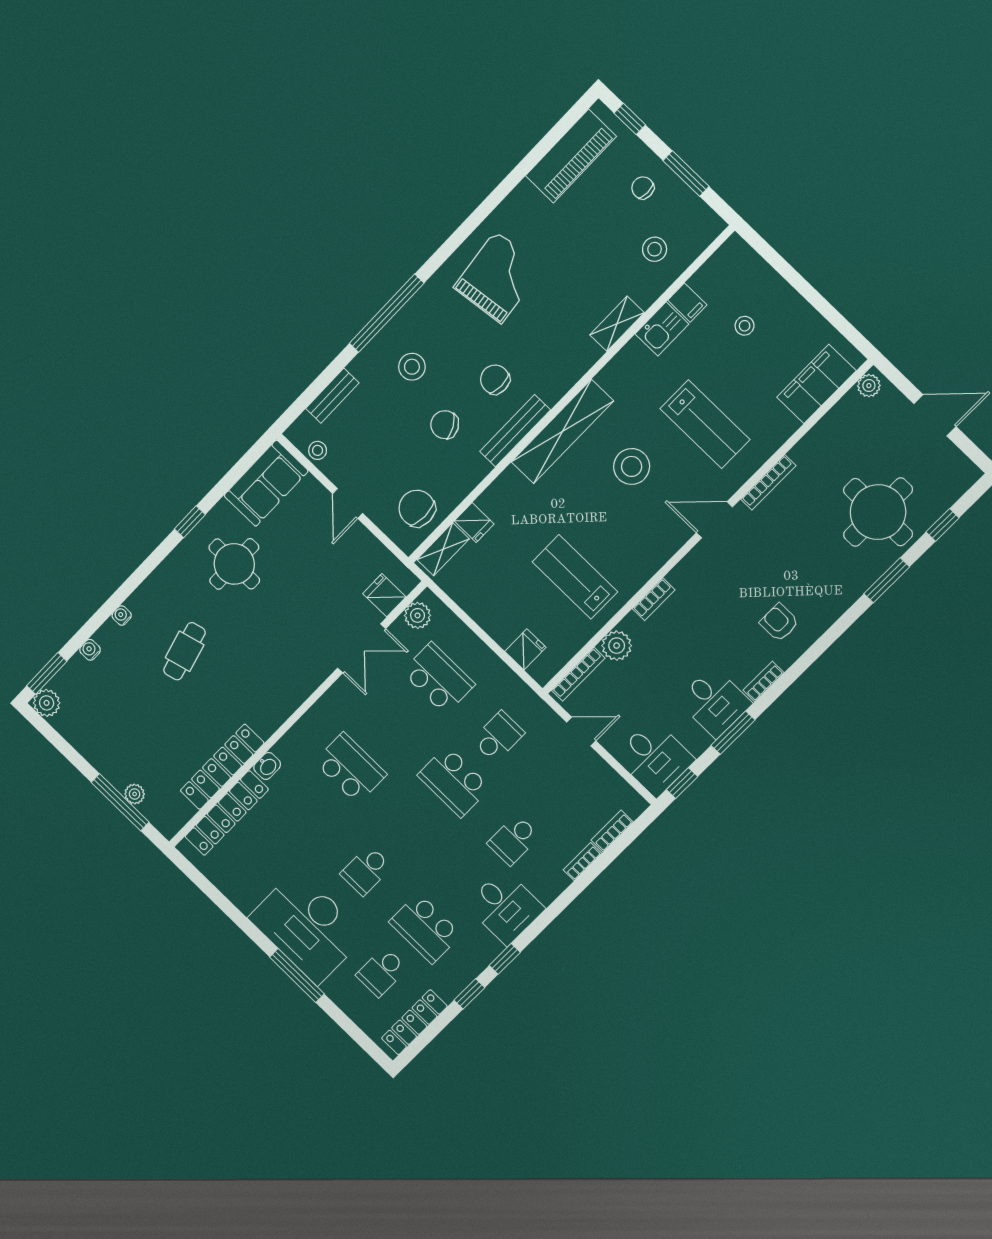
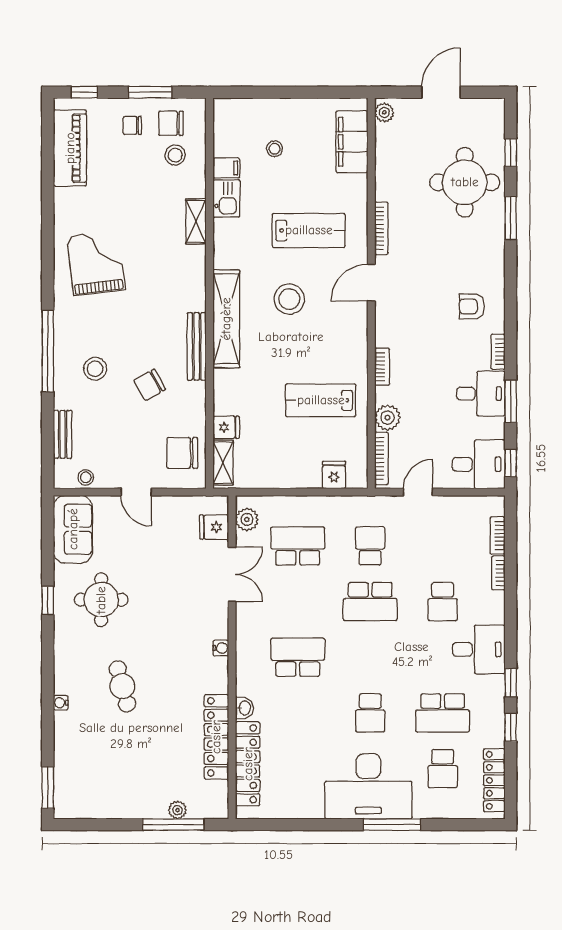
chair: (495, 379) -> (171, 123), moved
water cooler: (90, 650) -> (221, 648), moved, turned 180
plant: (47, 703) -> (66, 807), removed

